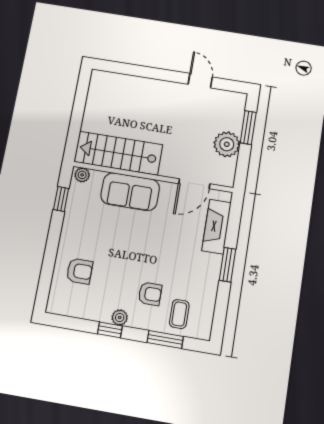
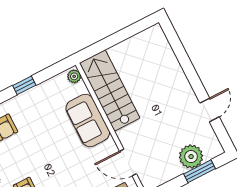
plant: (227, 144) -> (191, 157), moved
window: (61, 199) -> (24, 85), moved

